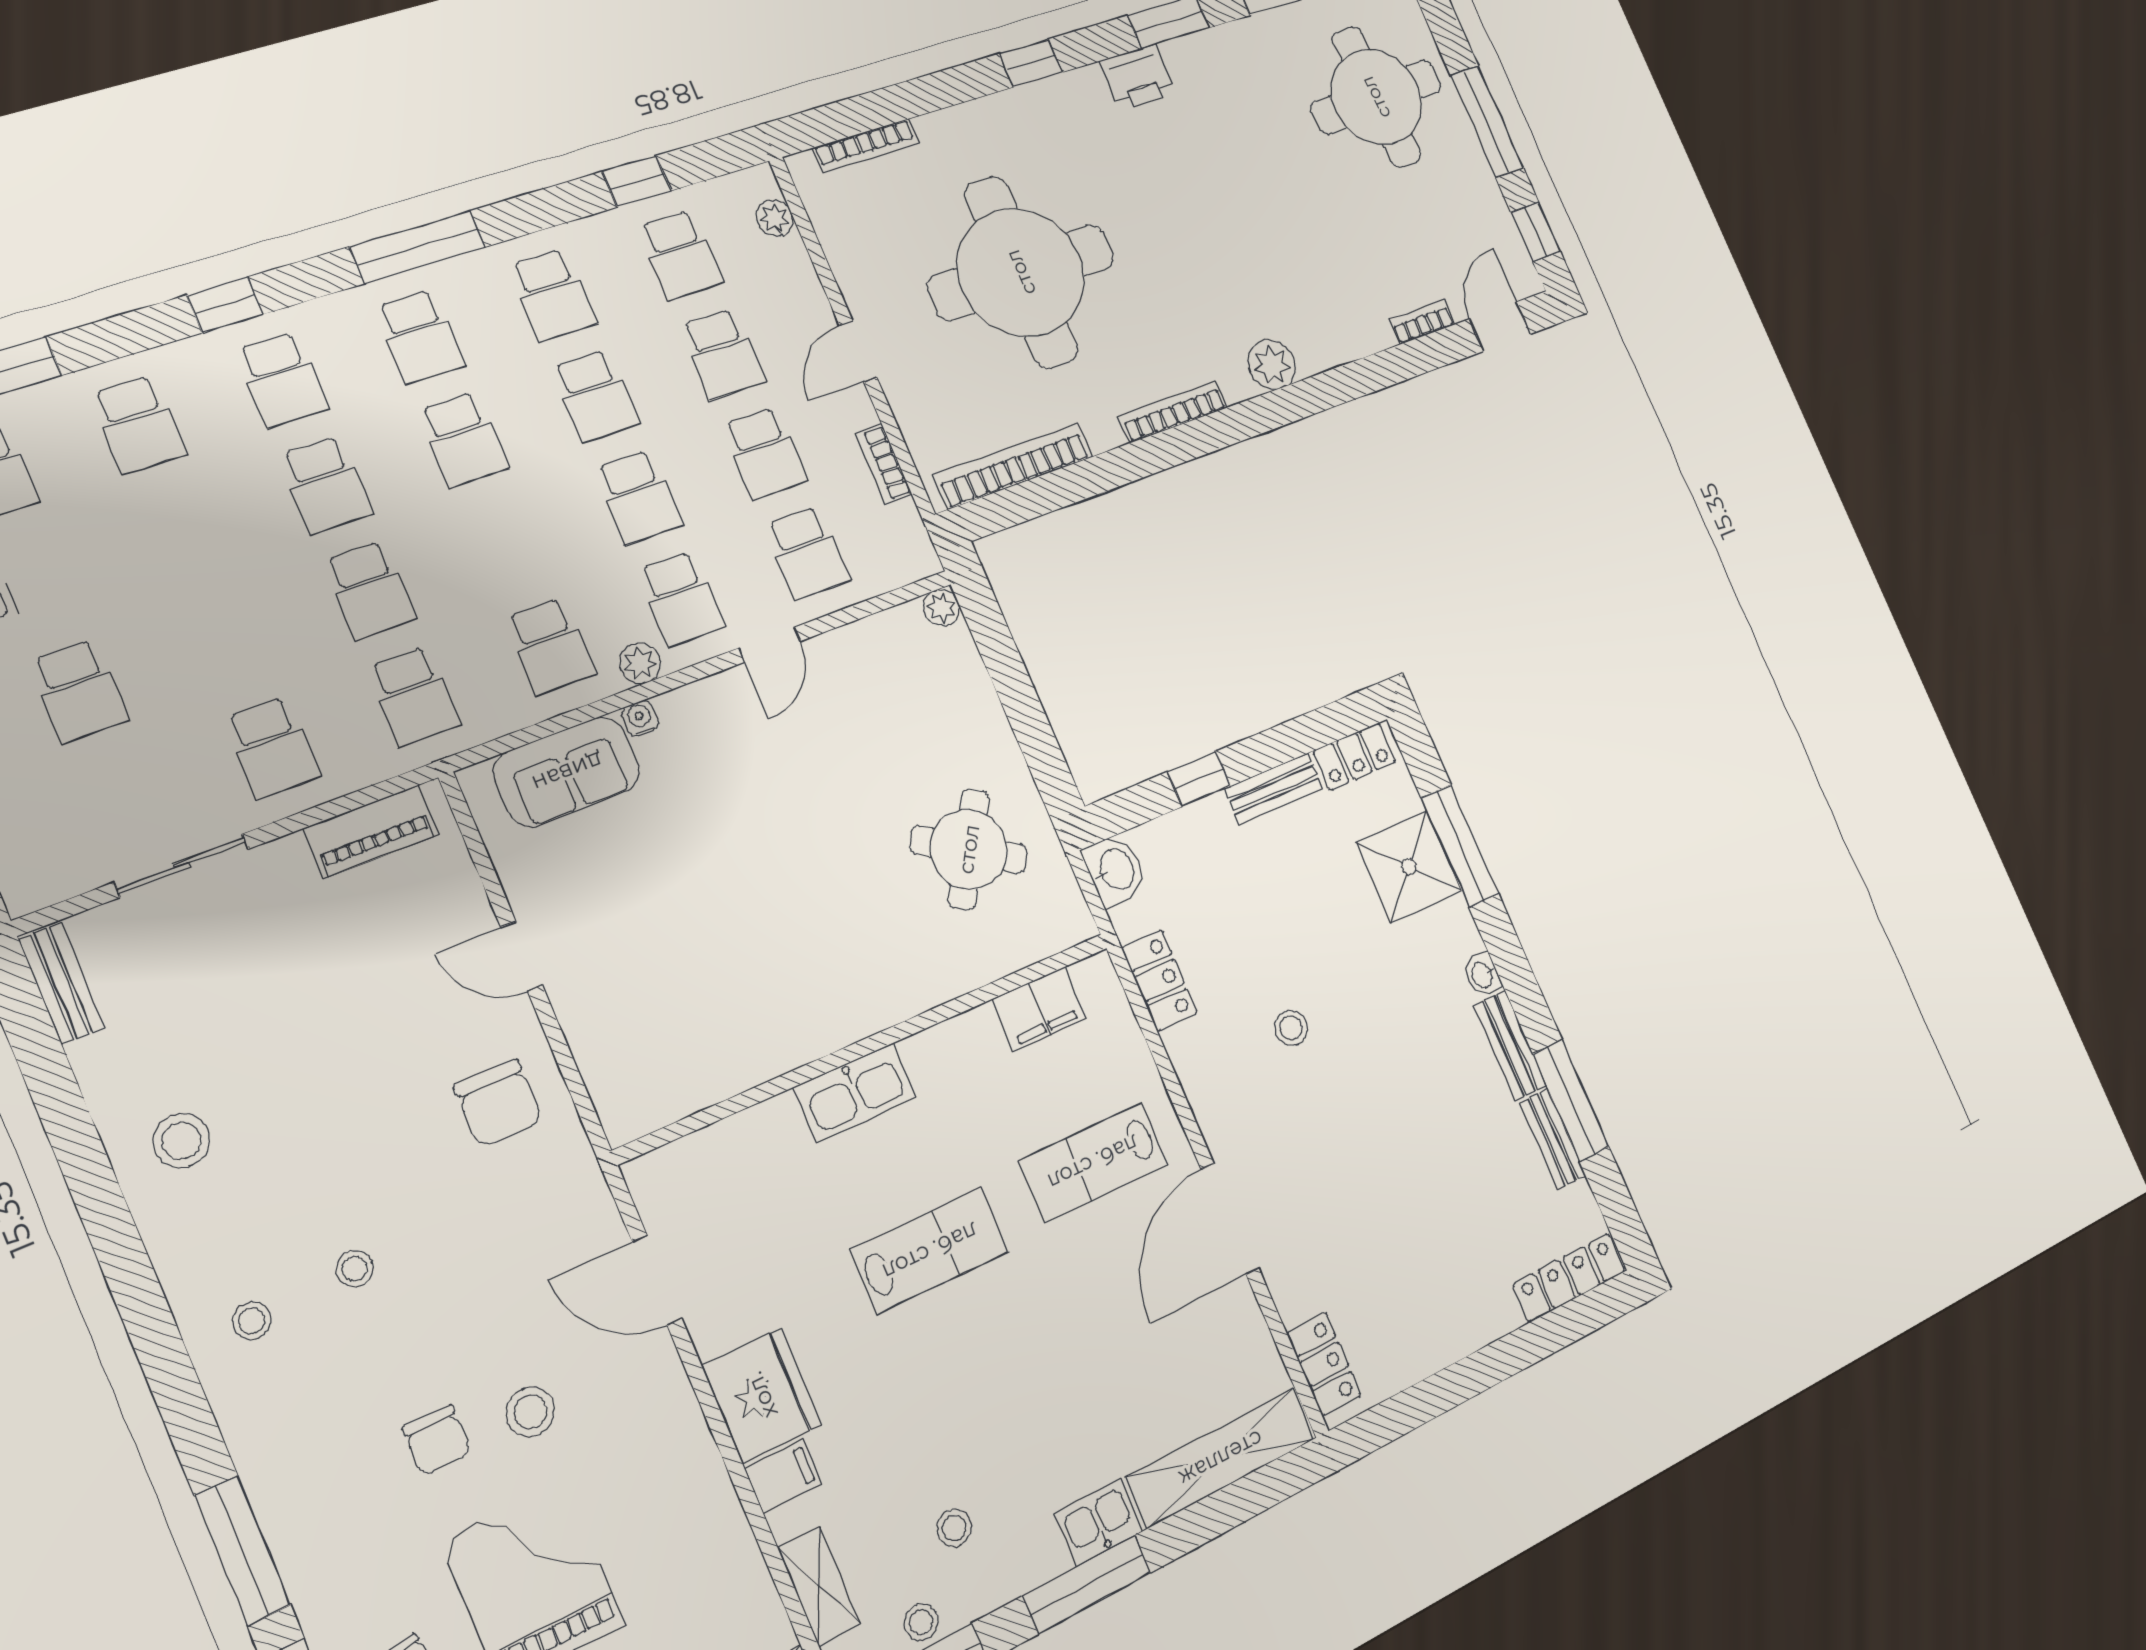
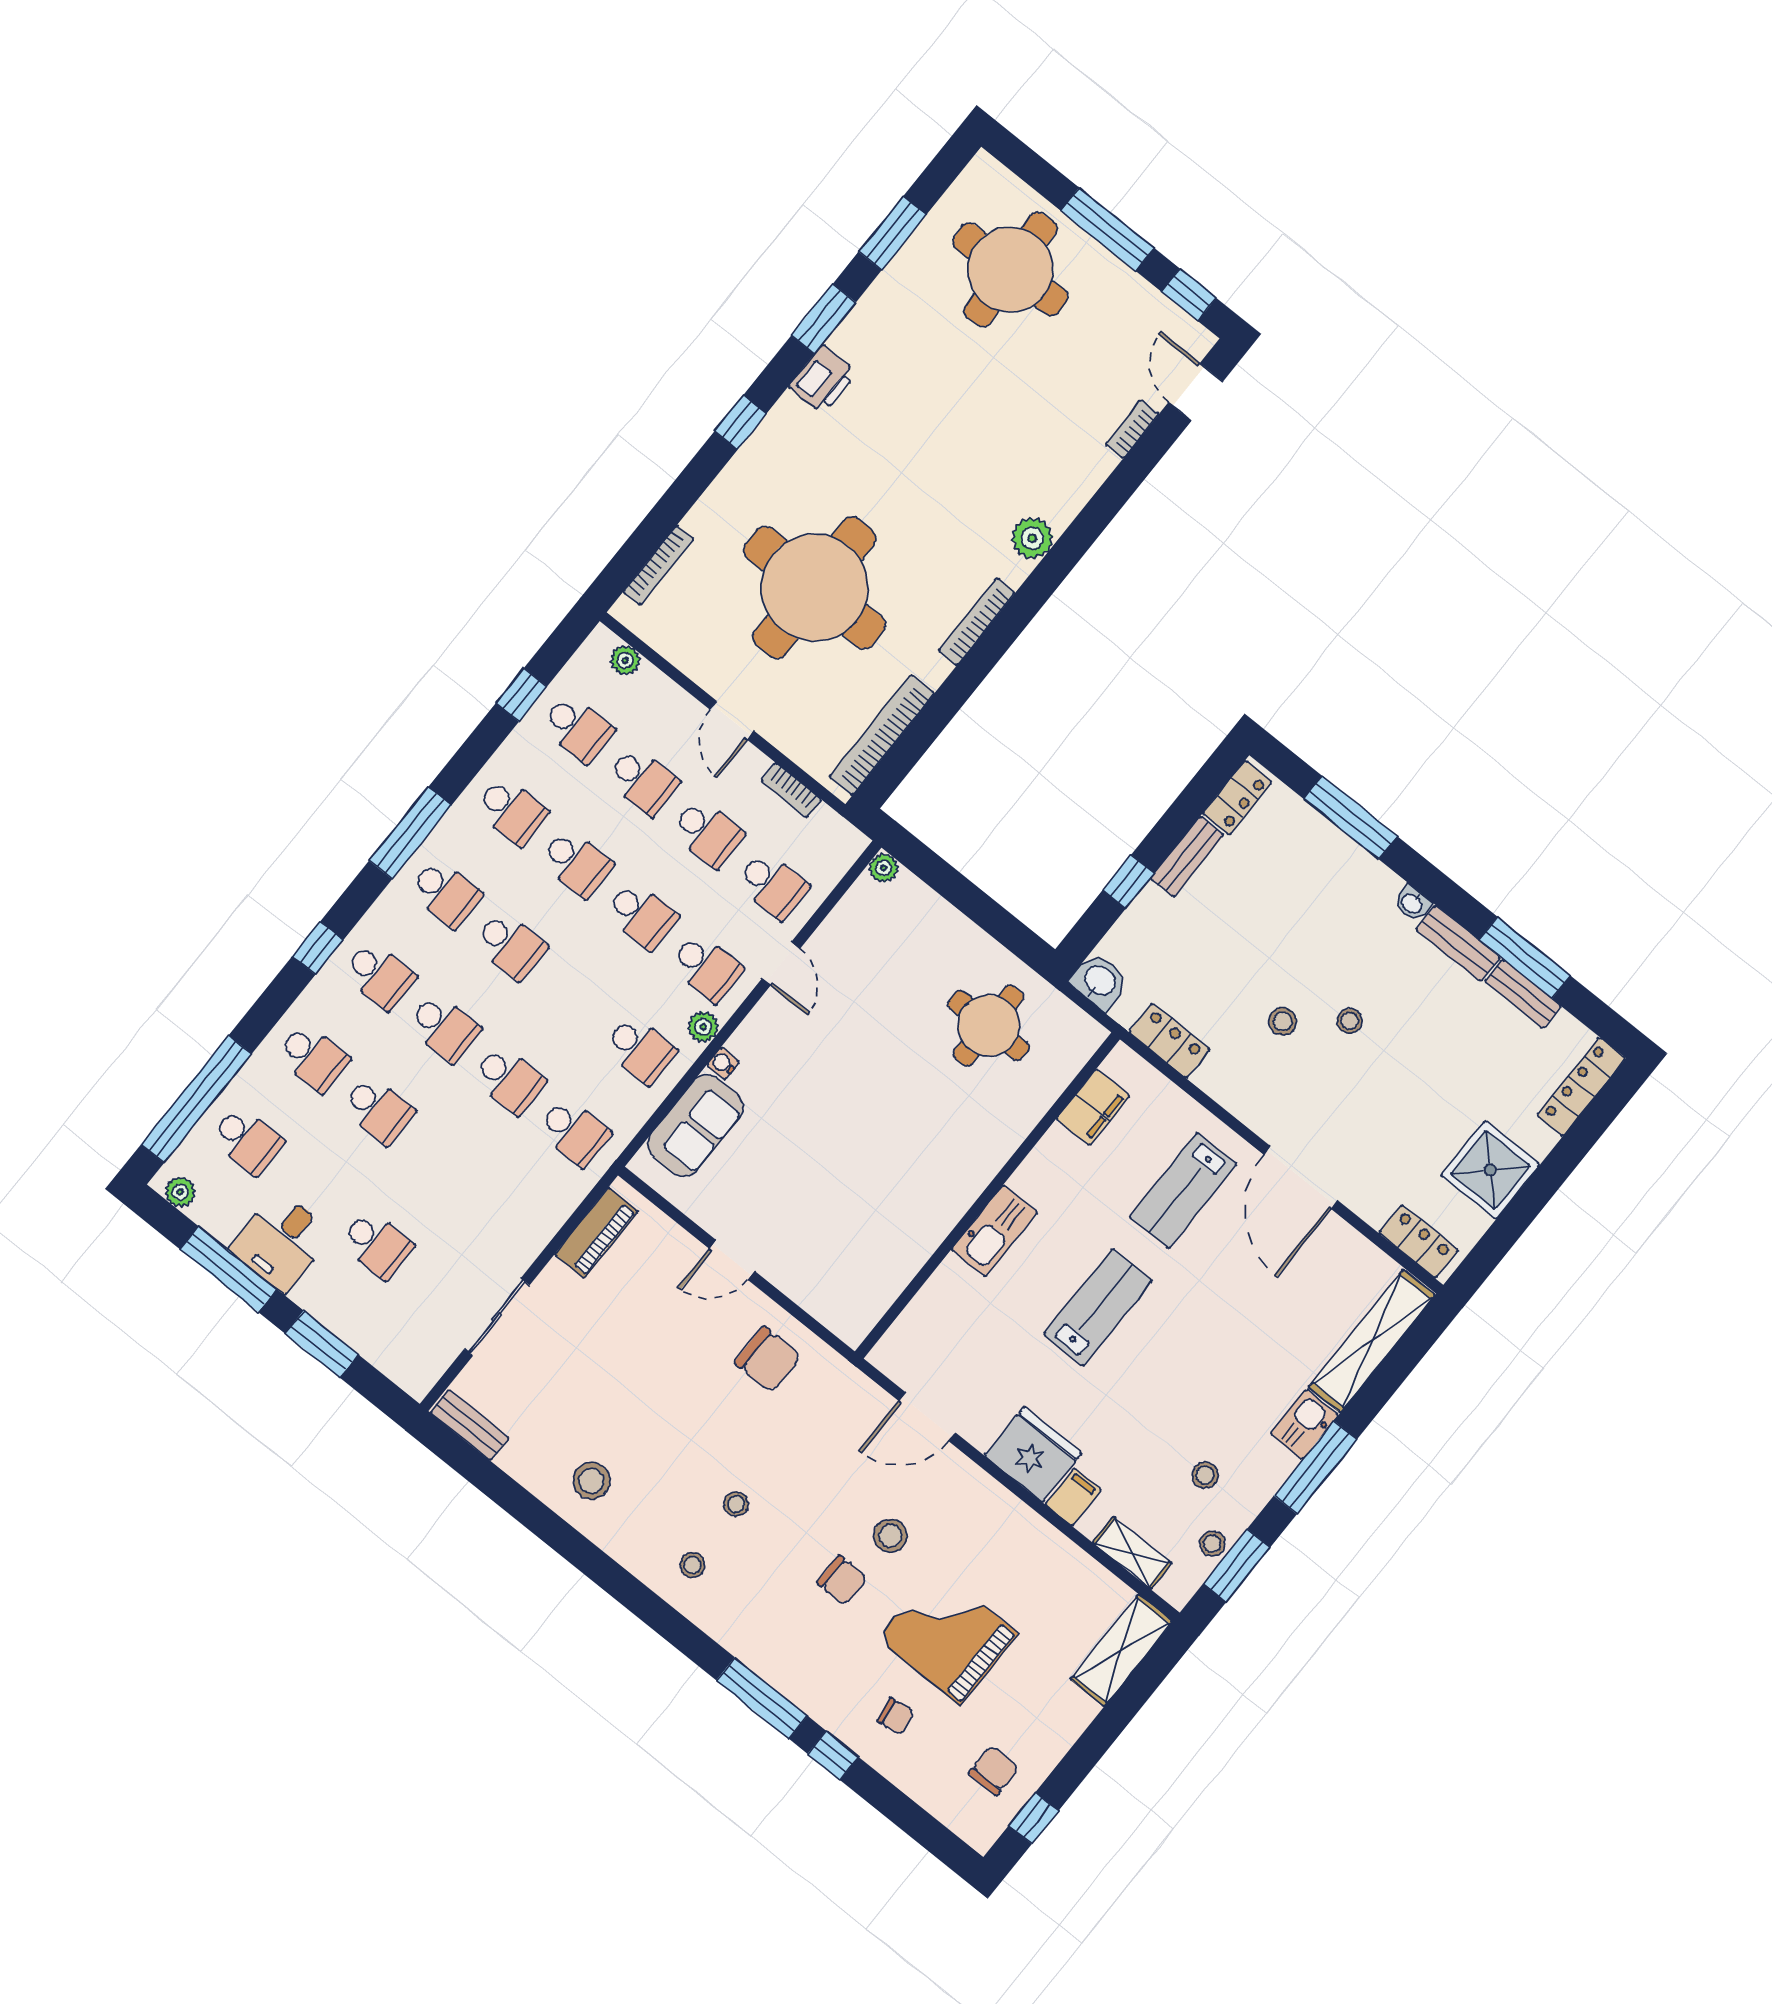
school desk: (272, 747) -> (378, 1110), moved
round table: (969, 849) -> (988, 1026), turned -32
shower: (1409, 867) -> (1490, 1170), moved
stool: (1362, 1068) -> (1350, 1021), added

